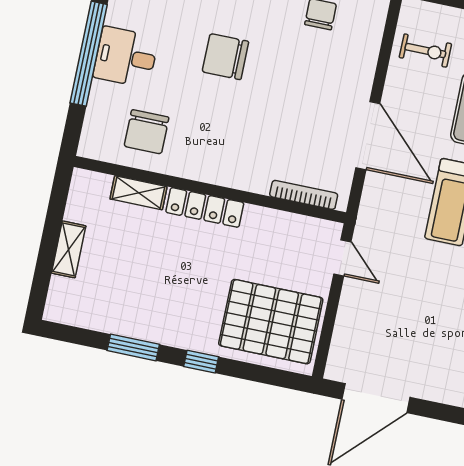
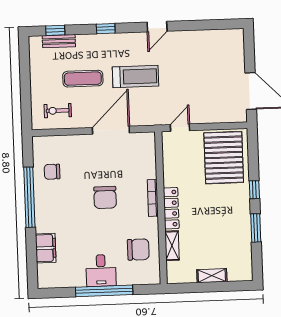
exercise bike: (425, 51) -> (58, 111), turned -90
chair: (225, 57) -> (105, 197), moved
bookcase: (304, 195) -> (153, 198), moved

